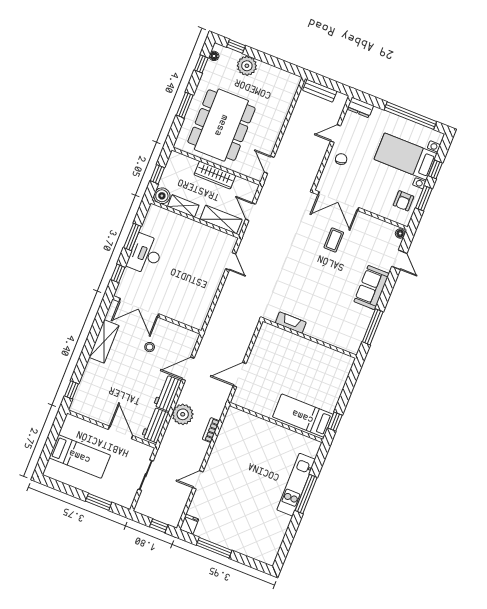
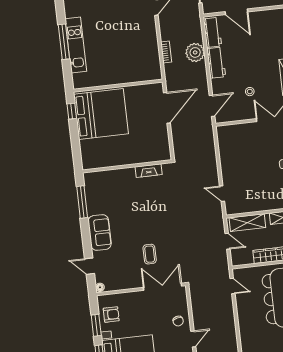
armchair: (404, 201) -> (111, 314), turned 90
door: (188, 369) -> (212, 106), moved
door: (240, 375) -> (167, 108), width x1.36
bed: (303, 416) -> (101, 114), width x2.04

